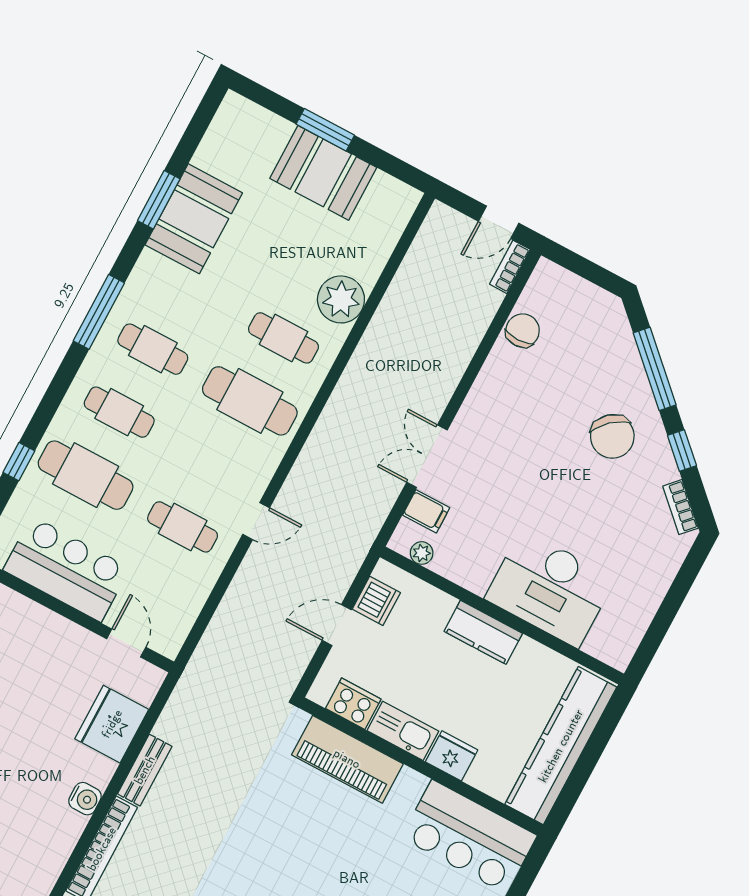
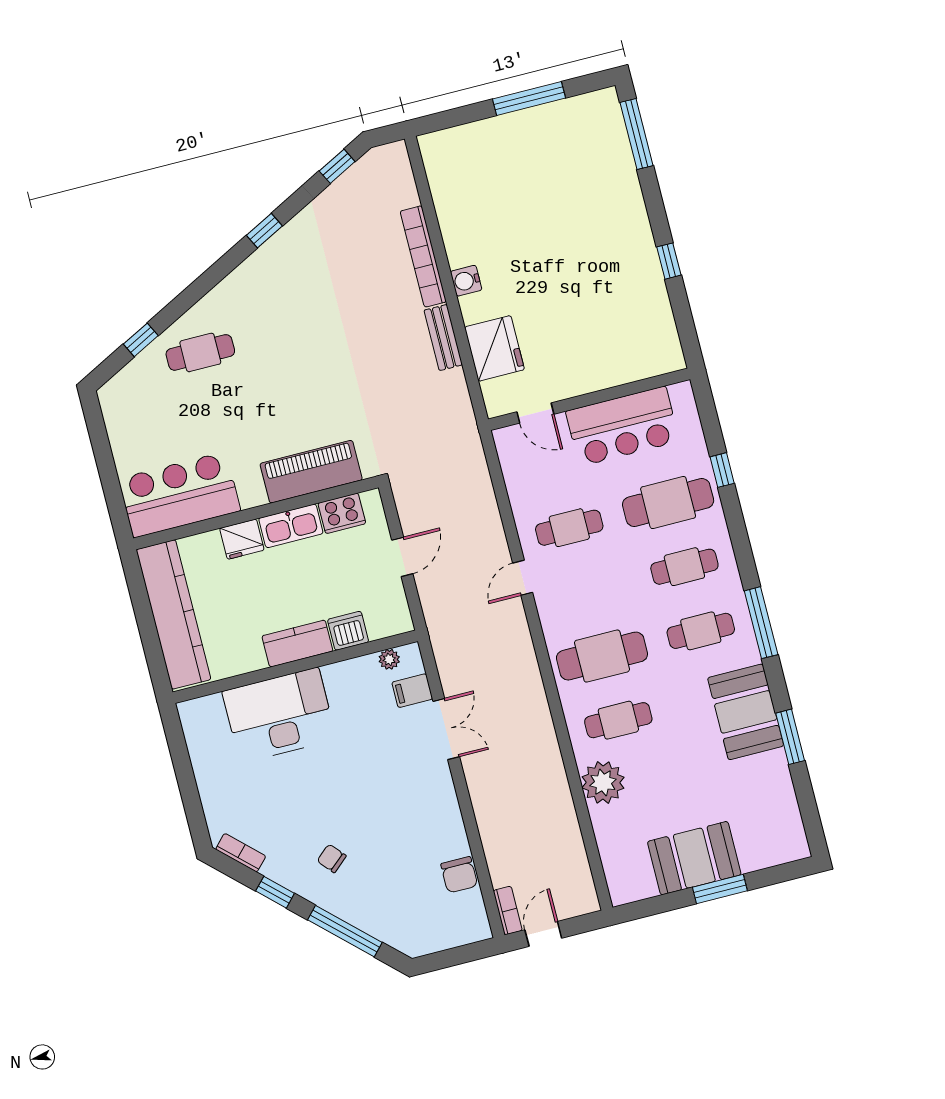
booth: (194, 219) -> (746, 712), moved
chair: (612, 436) -> (332, 858), width x0.54, depth x0.54
dishwasher: (376, 601) -> (348, 631), moved, turned 90

